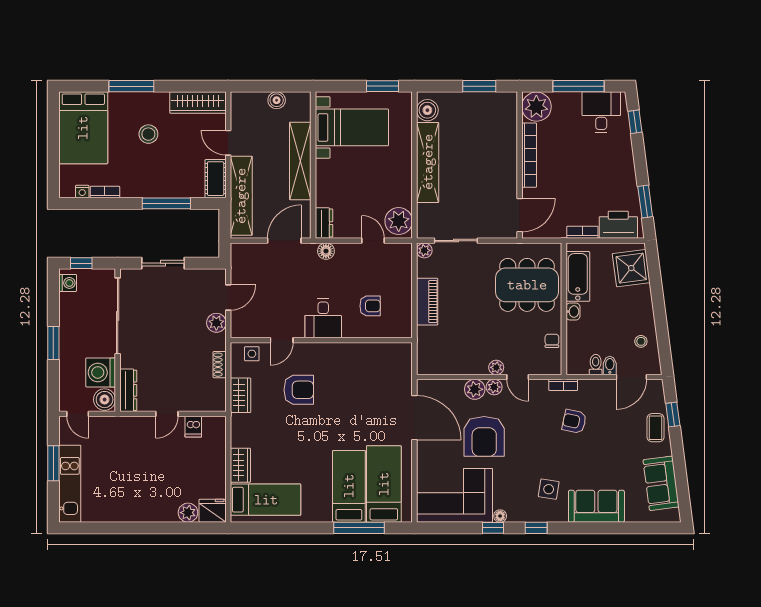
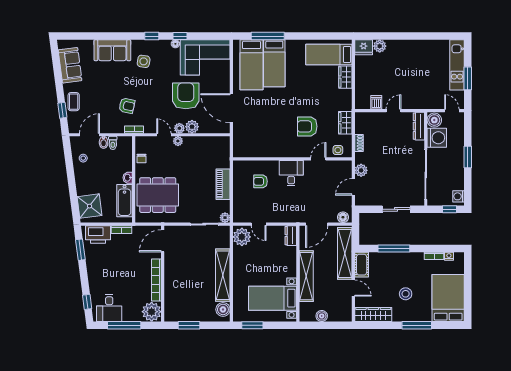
floor lamp: (326, 251) -> (343, 217), moved

